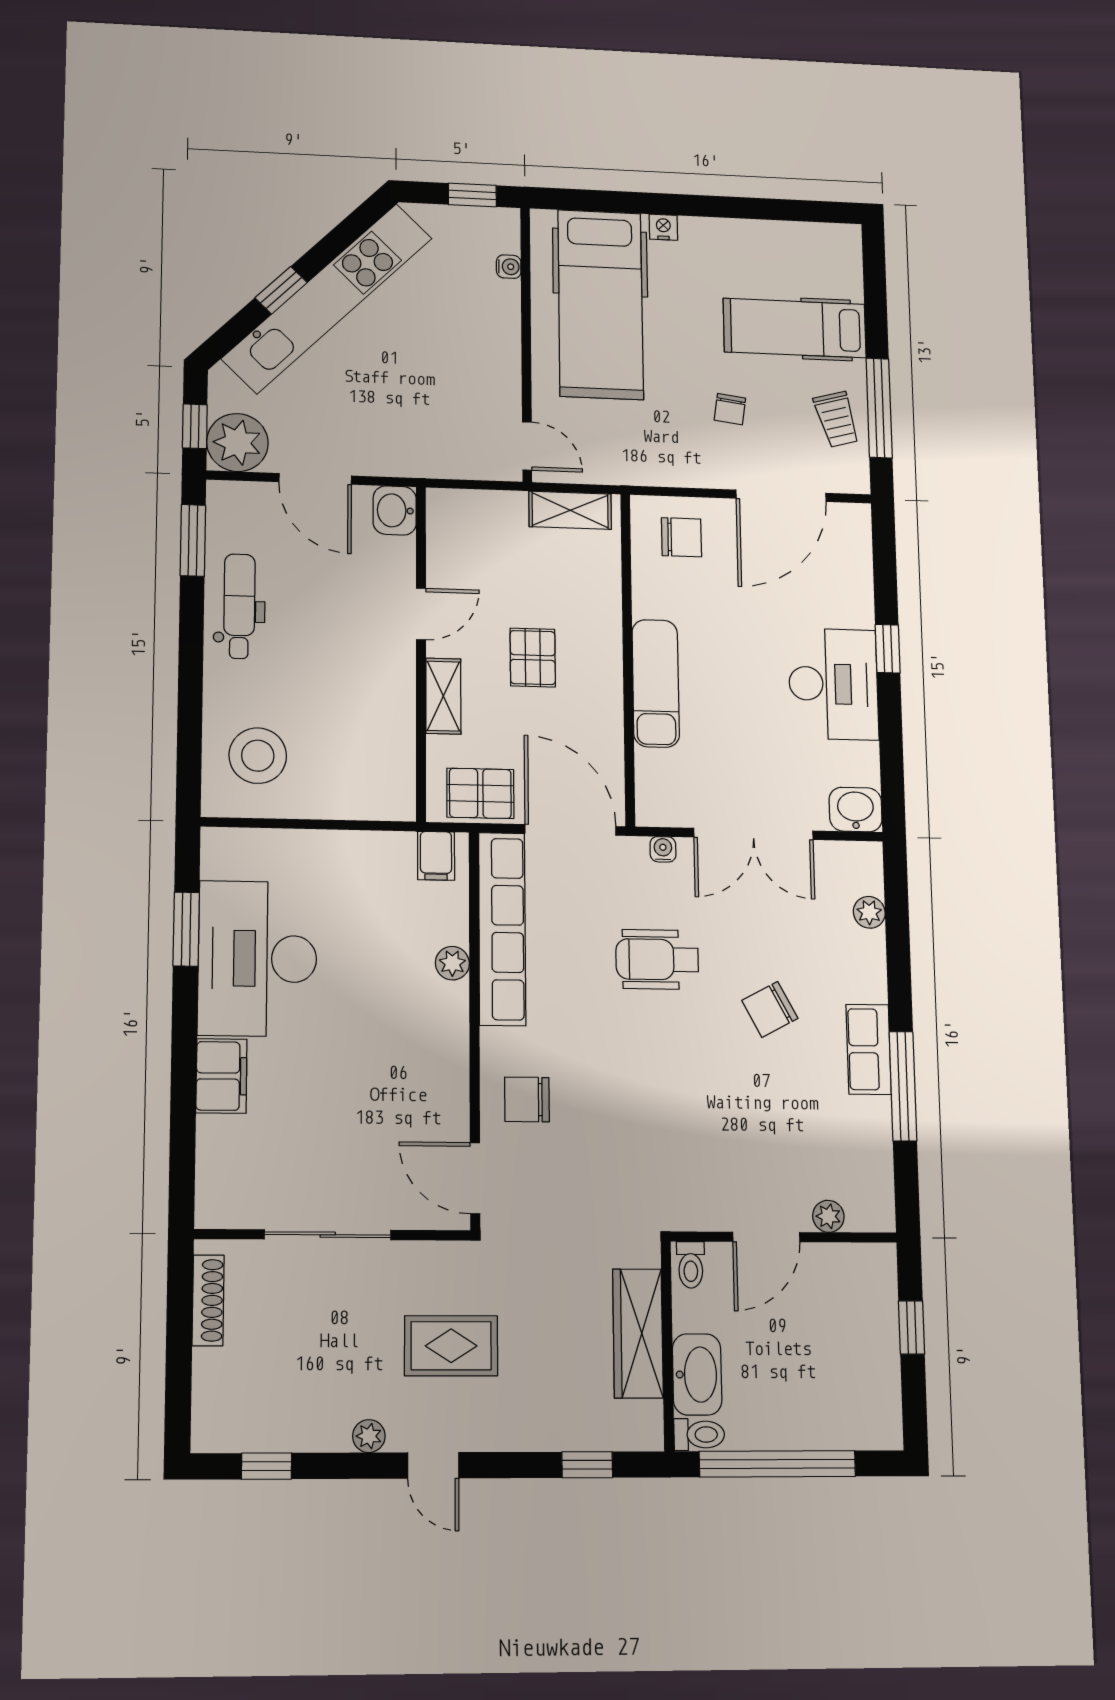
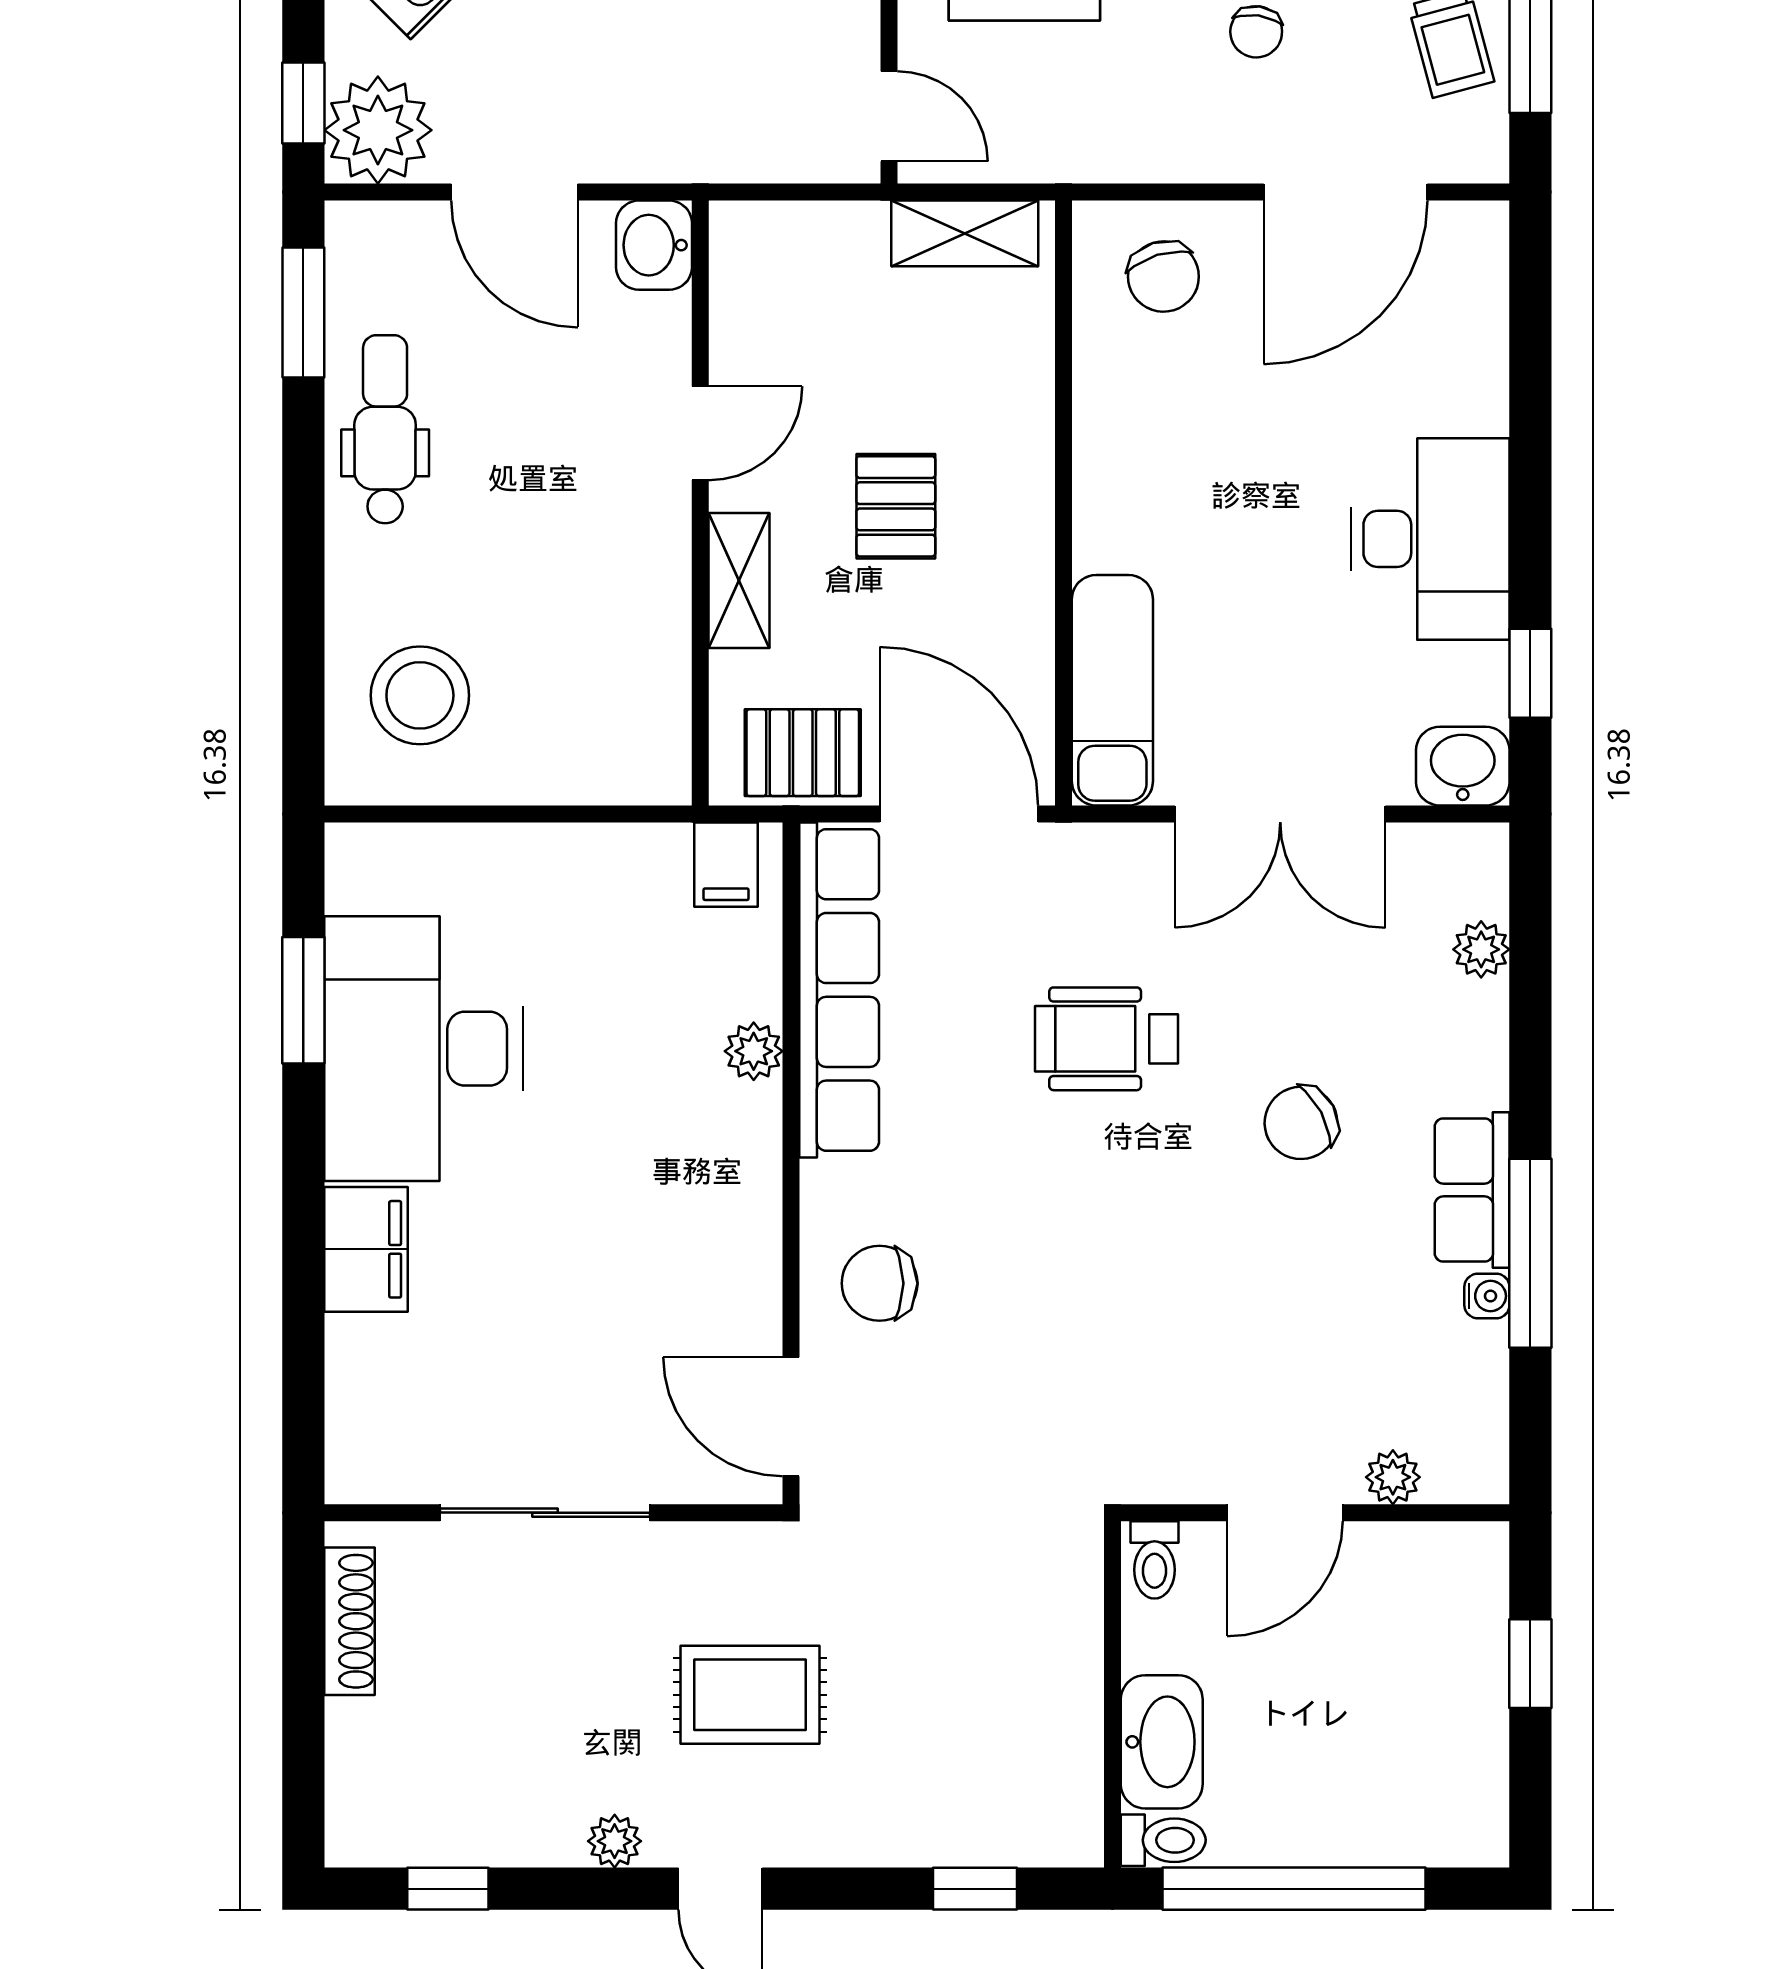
chair: (681, 537) -> (1163, 277), turned 73
window: (888, 649) -> (1530, 673), moved
exam couch: (656, 683) -> (1112, 690), moved
water cooler: (663, 849) -> (1487, 1296), moved, turned 90
wardrobe: (638, 1333) -> (1063, 1674), removed

